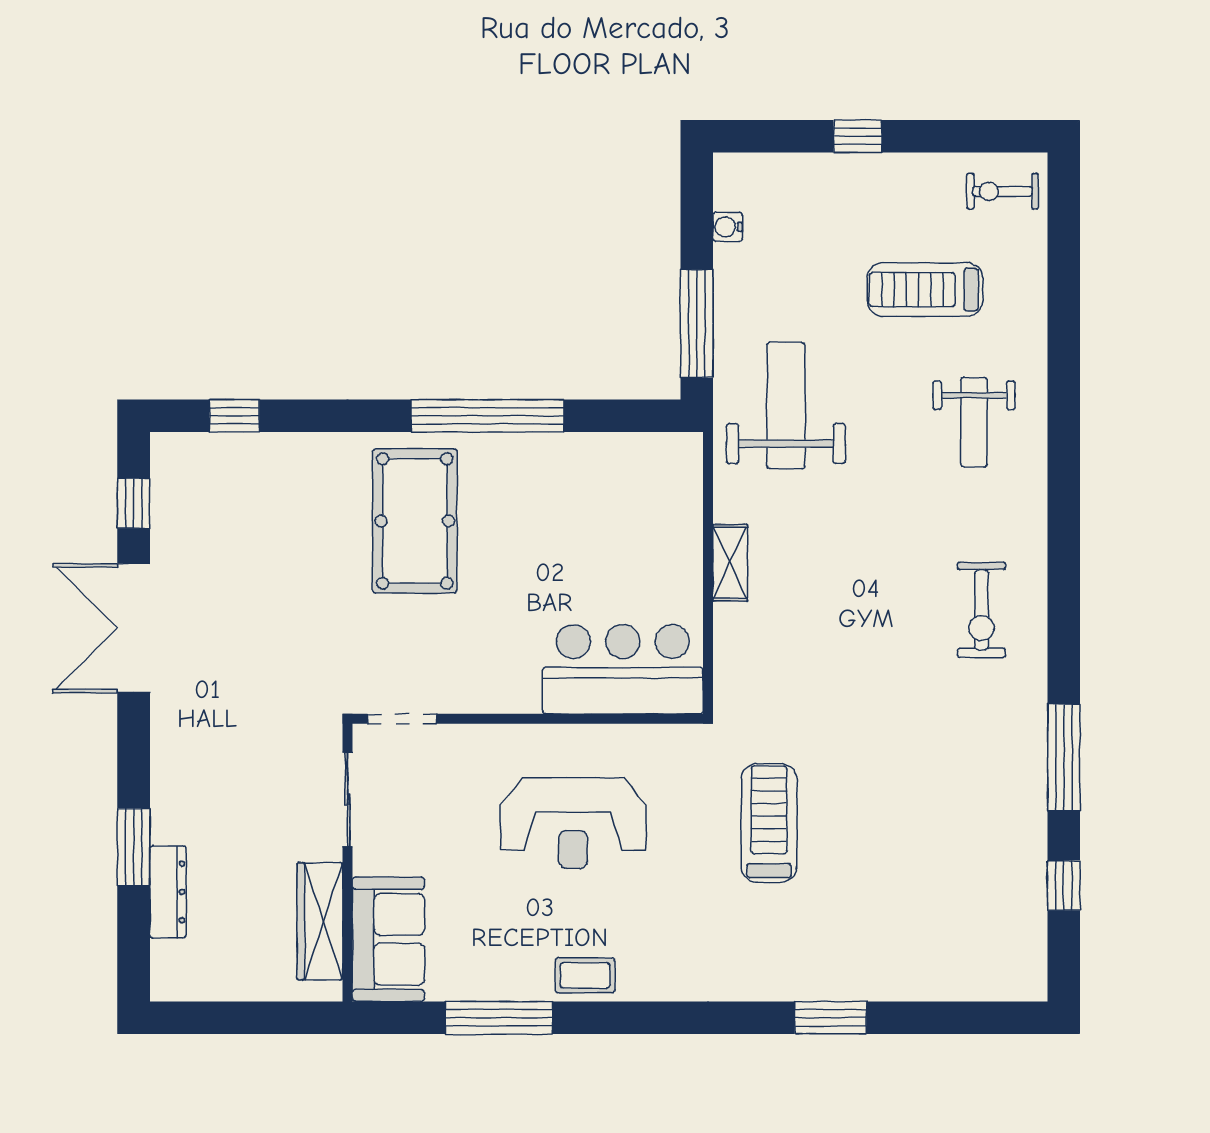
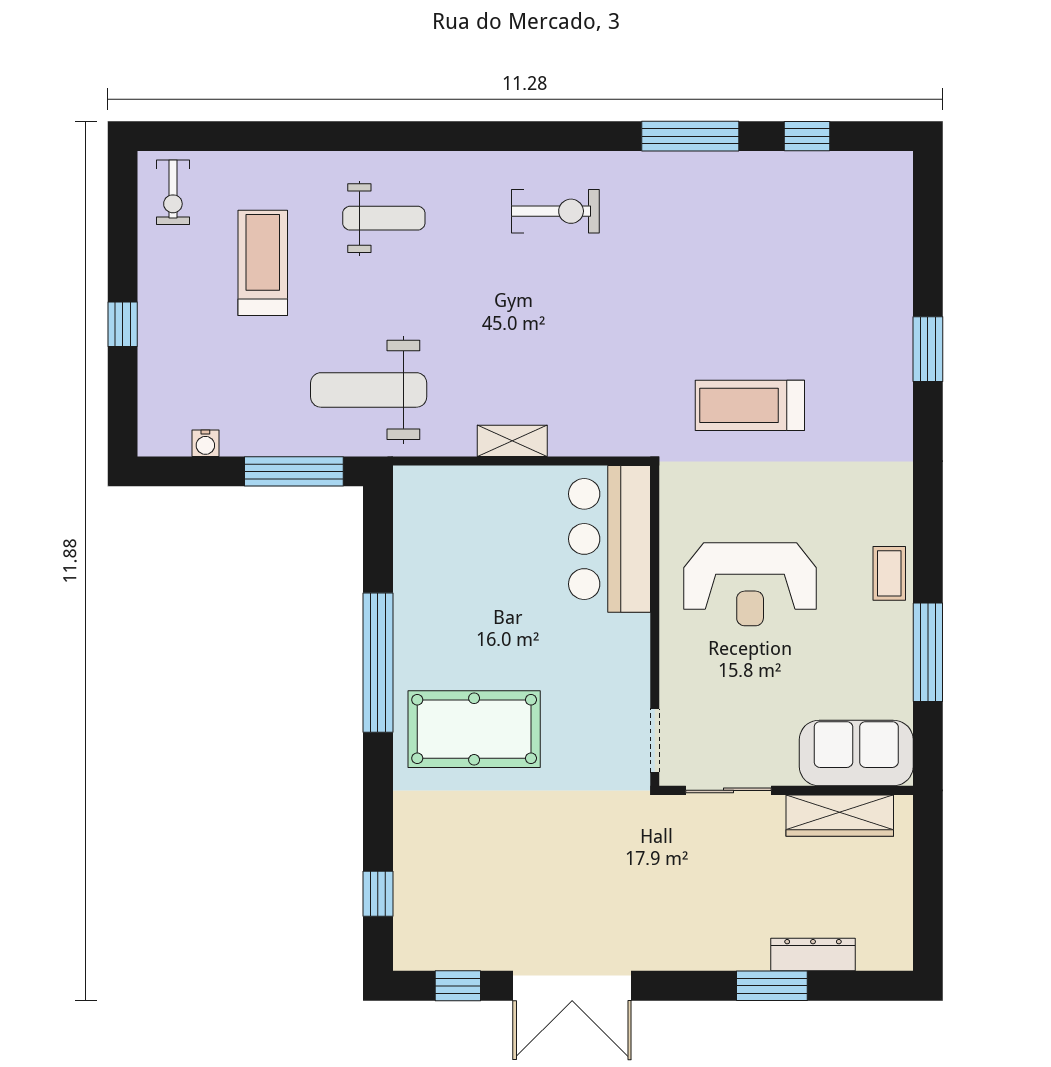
treadmill: (925, 290) -> (263, 263), turned 180
reception desk: (573, 823) -> (750, 584), turned 90

